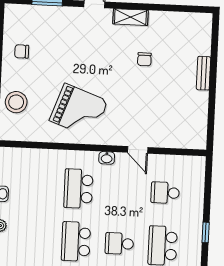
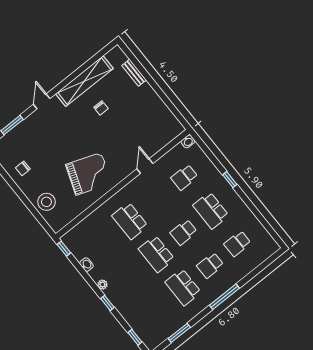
shelving: (130, 17) -> (84, 81), width x2.20, depth x1.33
bench: (204, 73) -> (134, 73), moved
door: (138, 150) -> (145, 166), swing flipped
washbasin: (107, 158) -> (188, 141), moved

